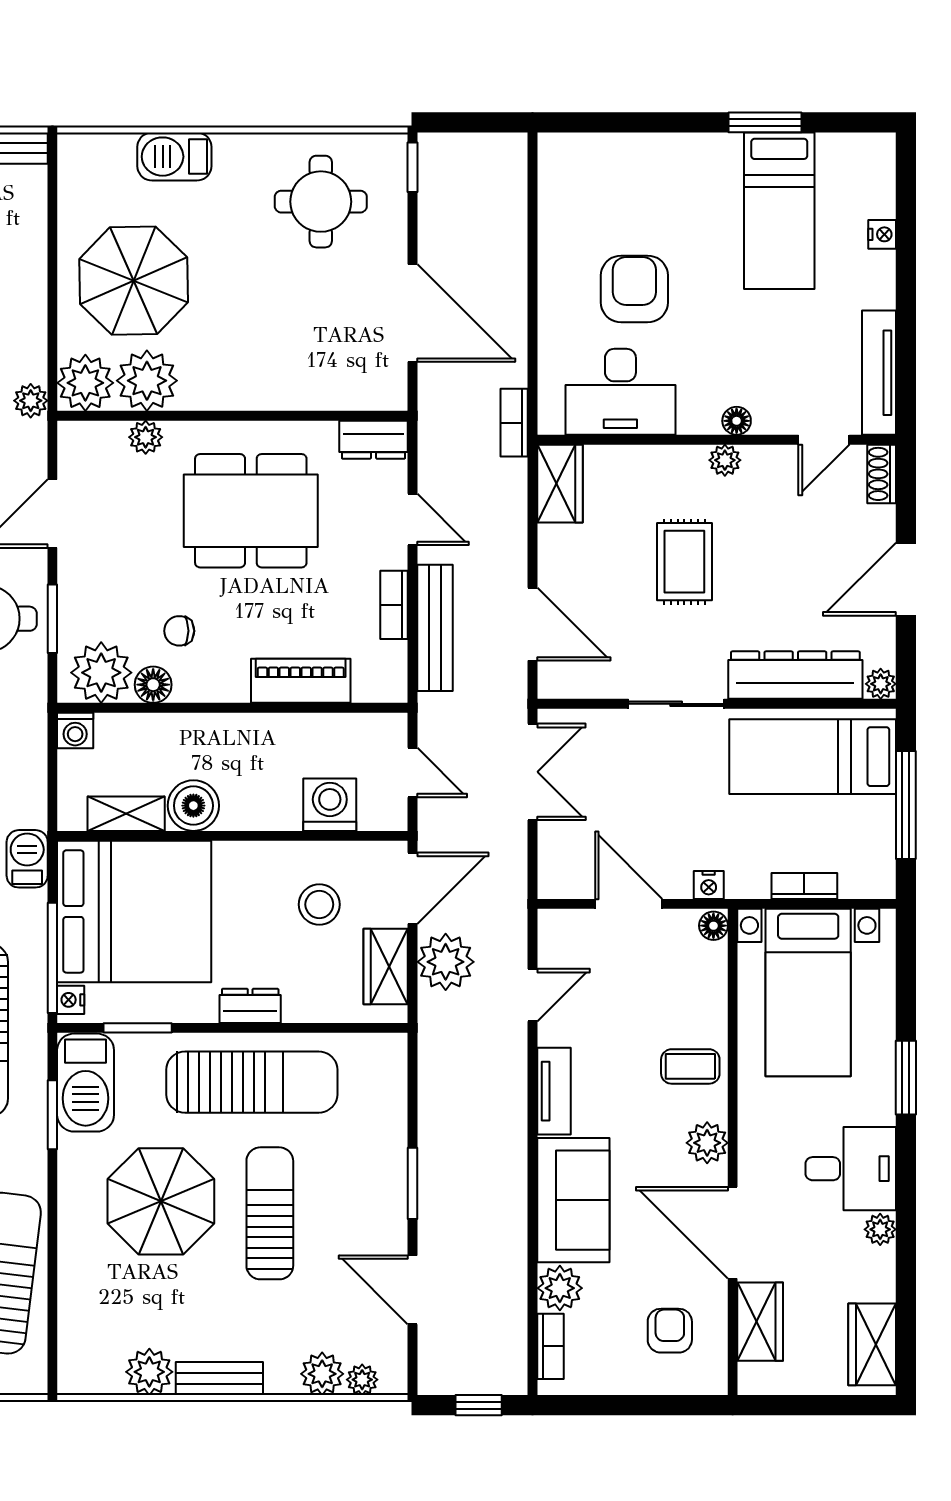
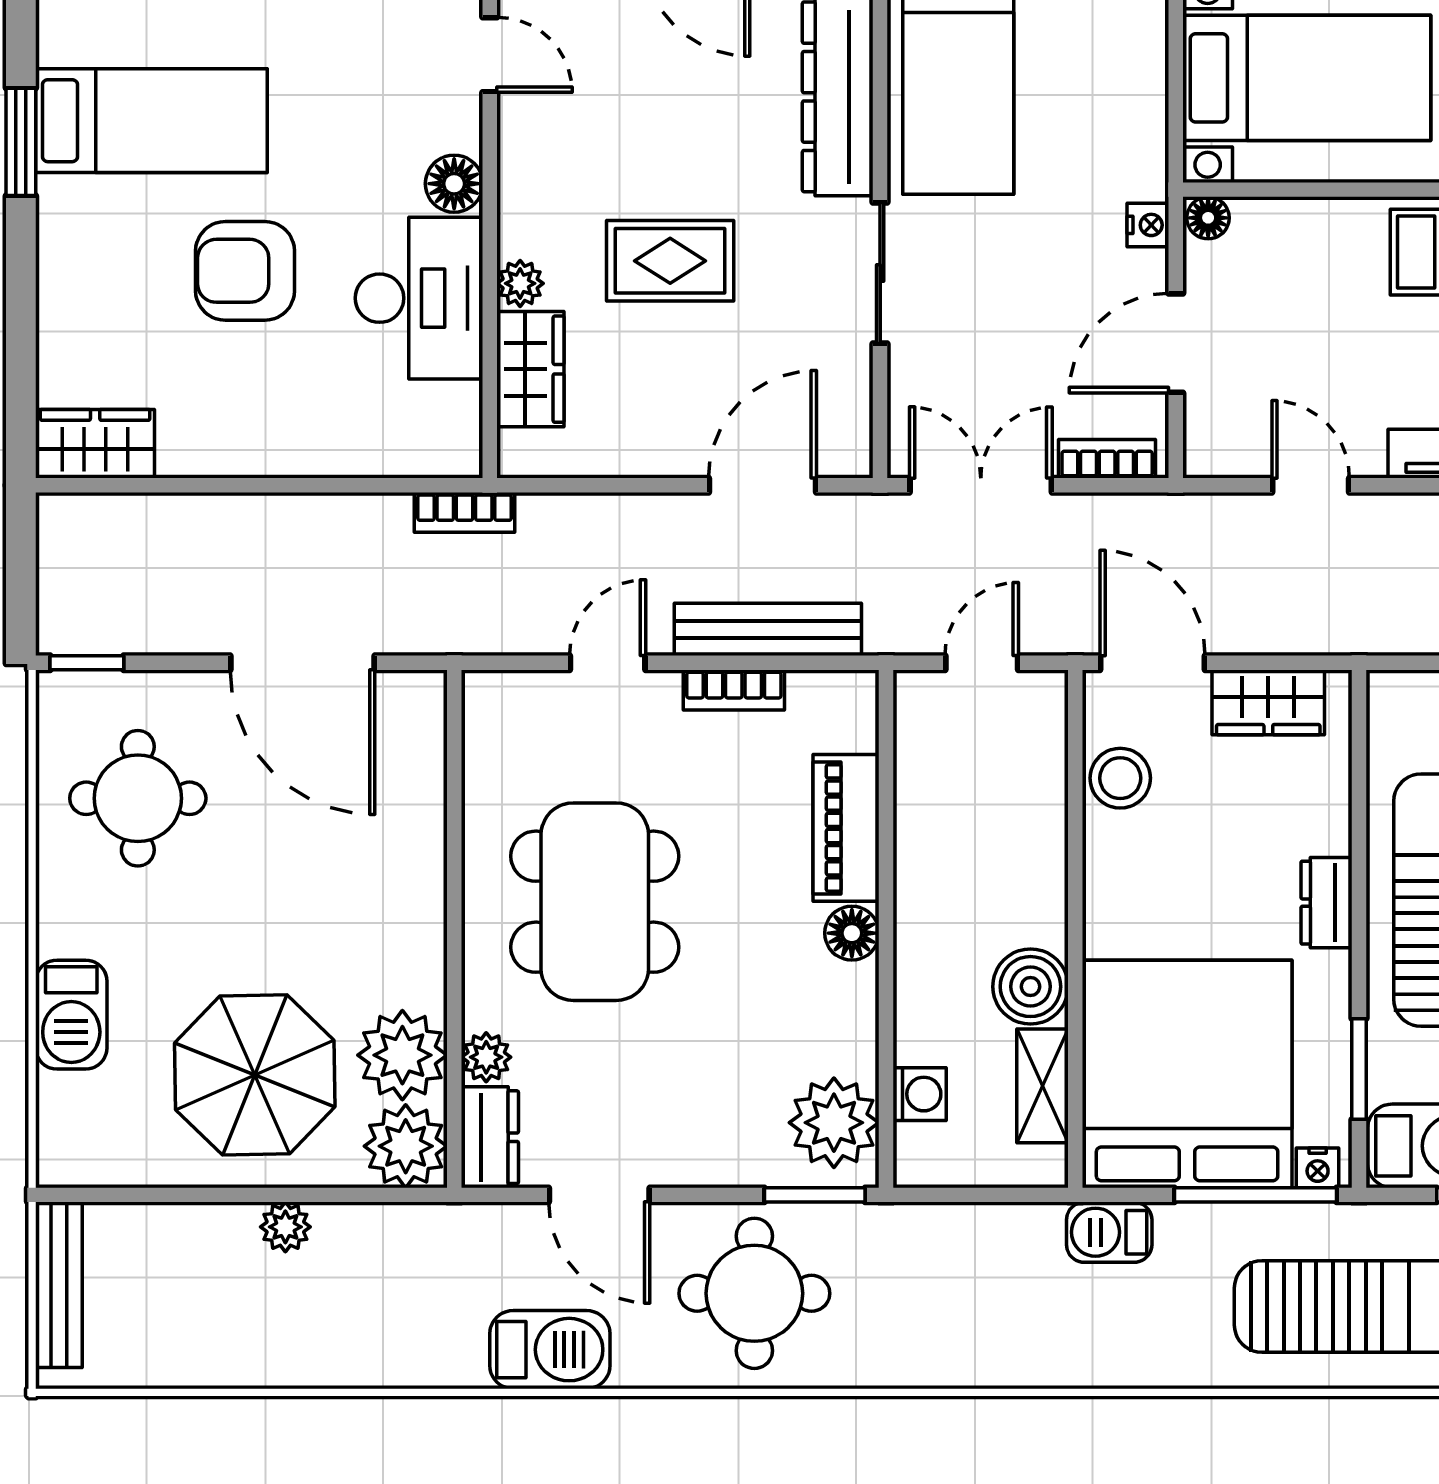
wardrobe: (561, 173) -> (95, 444), added
armchair: (634, 289) -> (245, 271), moved
door: (413, 313) -> (303, 663), swing flipped
desk: (620, 392) -> (419, 298), moved
plant: (31, 401) -> (285, 1227), moved
floor lamp: (737, 421) -> (454, 184), width x1.37, depth x1.37
dresser: (374, 440) -> (490, 1137), moved
plant: (725, 460) -> (520, 283), moved
wardrobe: (560, 484) -> (530, 369), moved, turned 90
window: (52, 619) -> (815, 1195), moved
chair: (179, 631) -> (772, 1008), removed
floor lamp: (153, 685) -> (852, 933), moved
washing machine: (75, 731) -> (920, 1094), moved
washing machine: (330, 805) -> (1029, 785), removed
bookcase: (804, 886) -> (1107, 459), moved, turned 90
stool: (319, 904) -> (1120, 778), moved
plant: (446, 962) -> (1261, 614), removed

